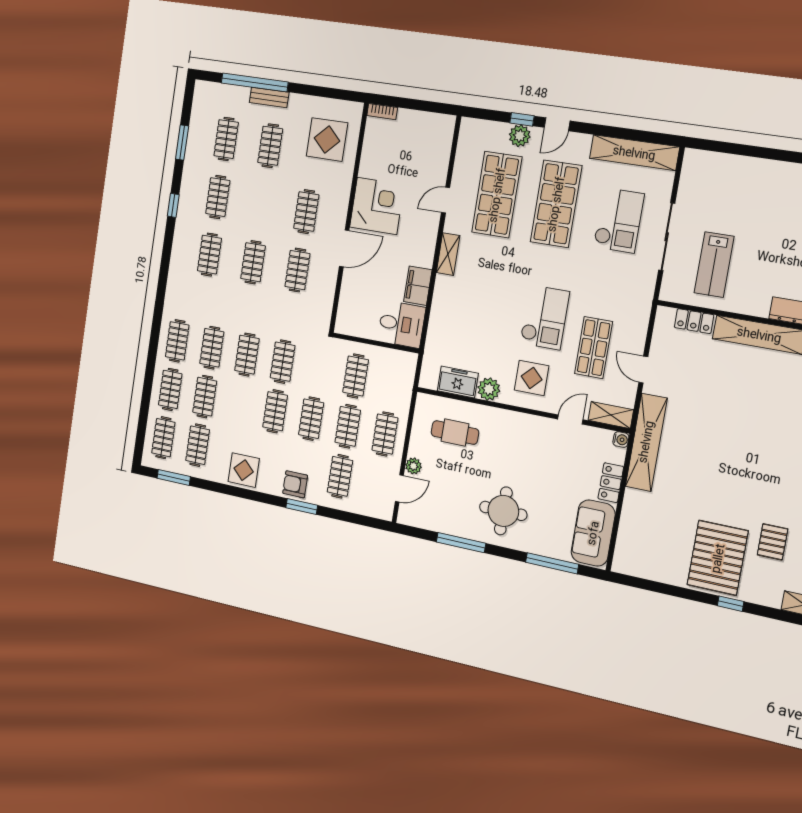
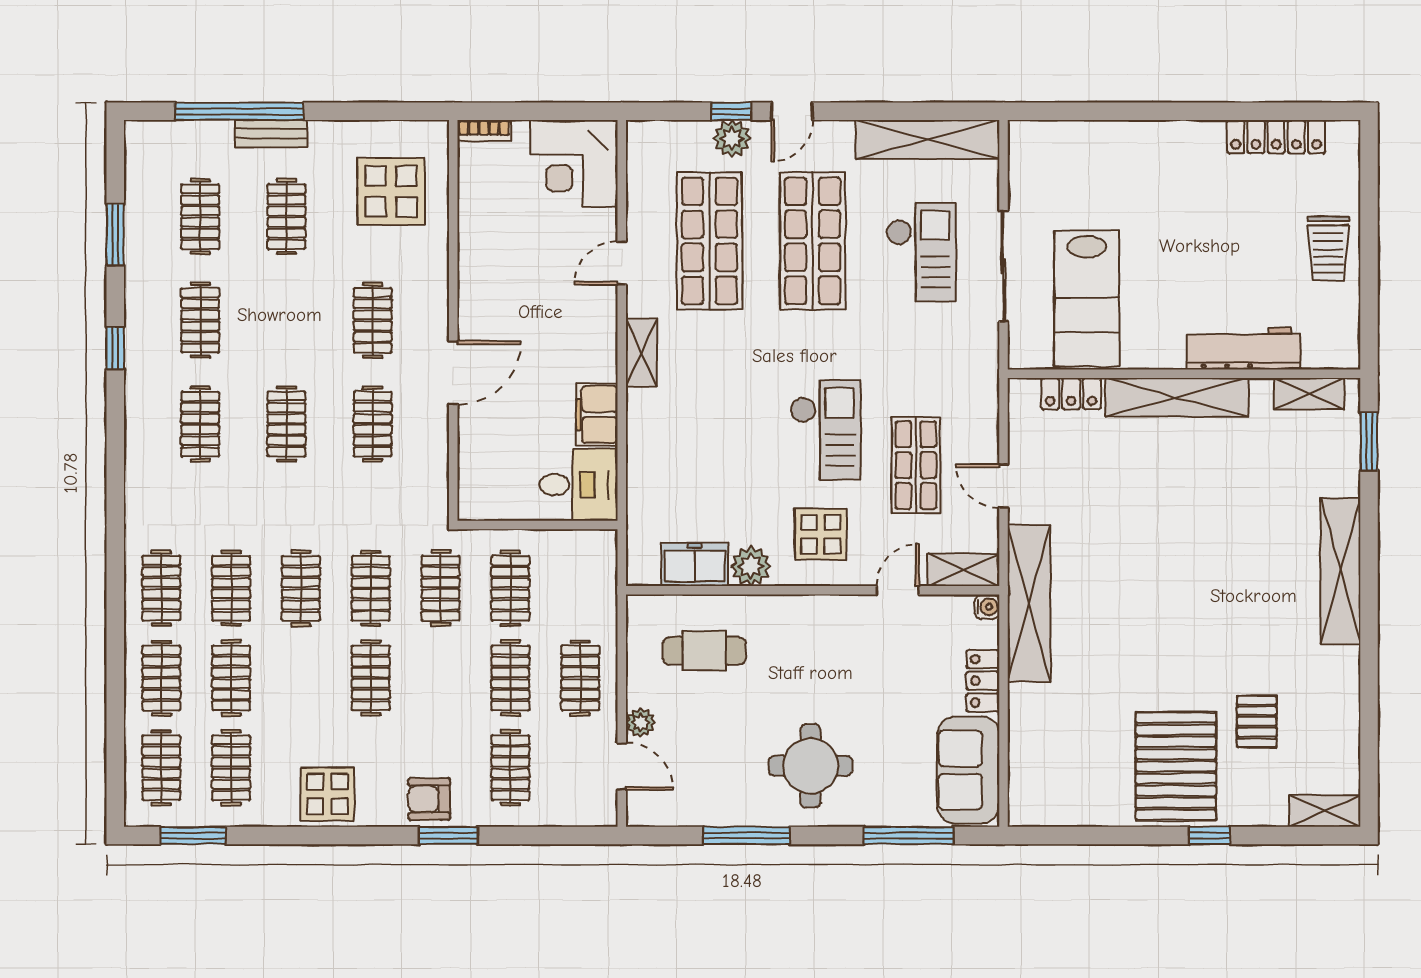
corner desk: (377, 206) -> (574, 163), moved, turned 180
lab bench: (714, 265) -> (1087, 299), width x1.36, depth x1.39
clothes rail: (311, 419) -> (441, 588), moved
door: (399, 488) -> (622, 766), hinge flipped

